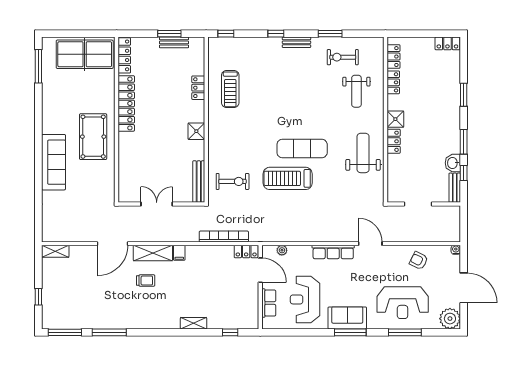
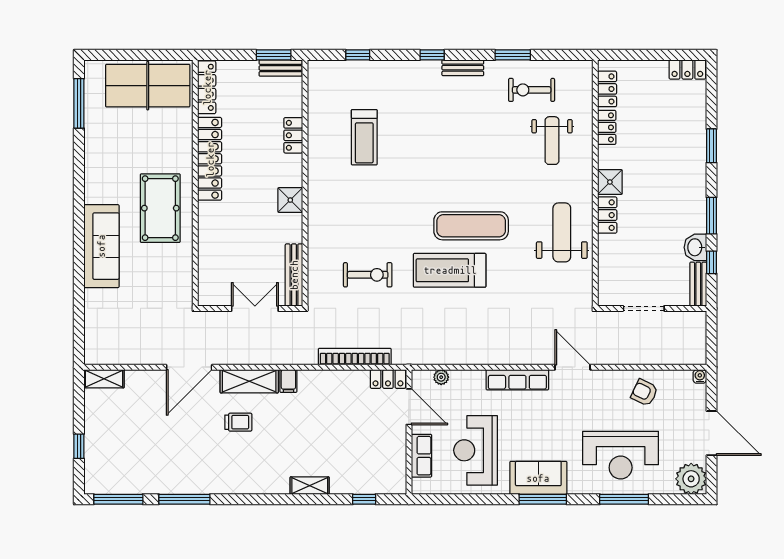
locker: (198, 88) -> (293, 135), moved
wall: (206, 120) -> (305, 183), moved
shower: (196, 131) -> (290, 200), moved
bench: (199, 182) -> (294, 275), moved

